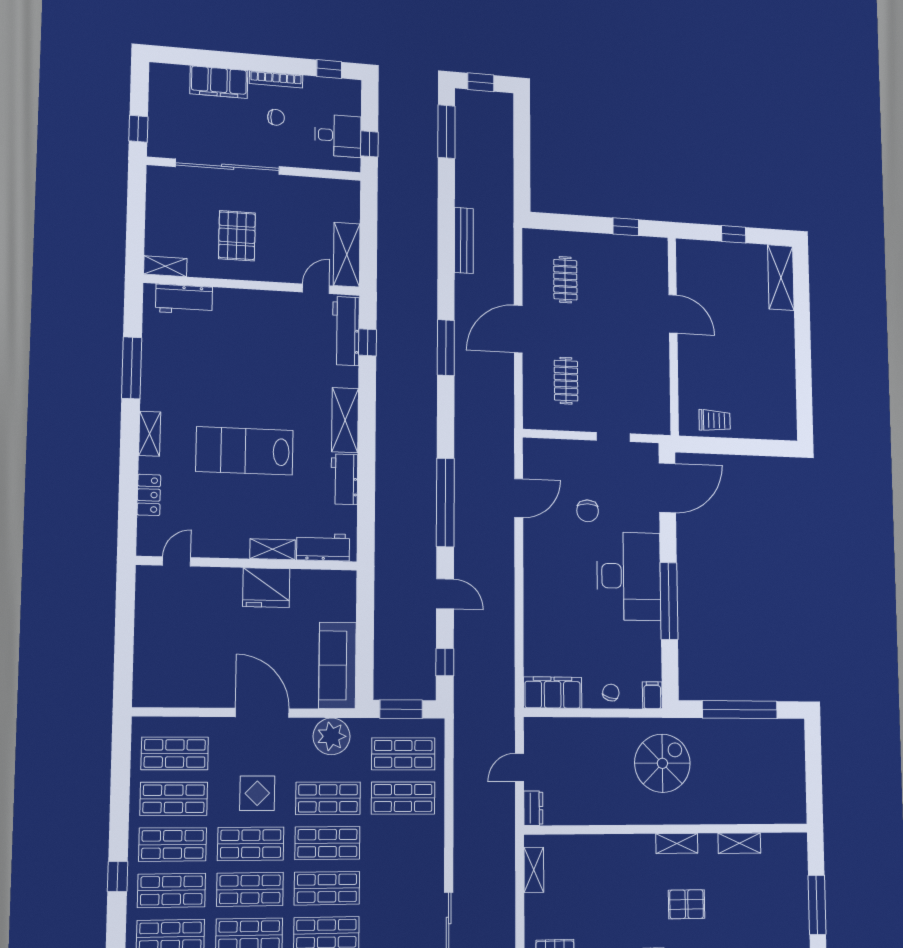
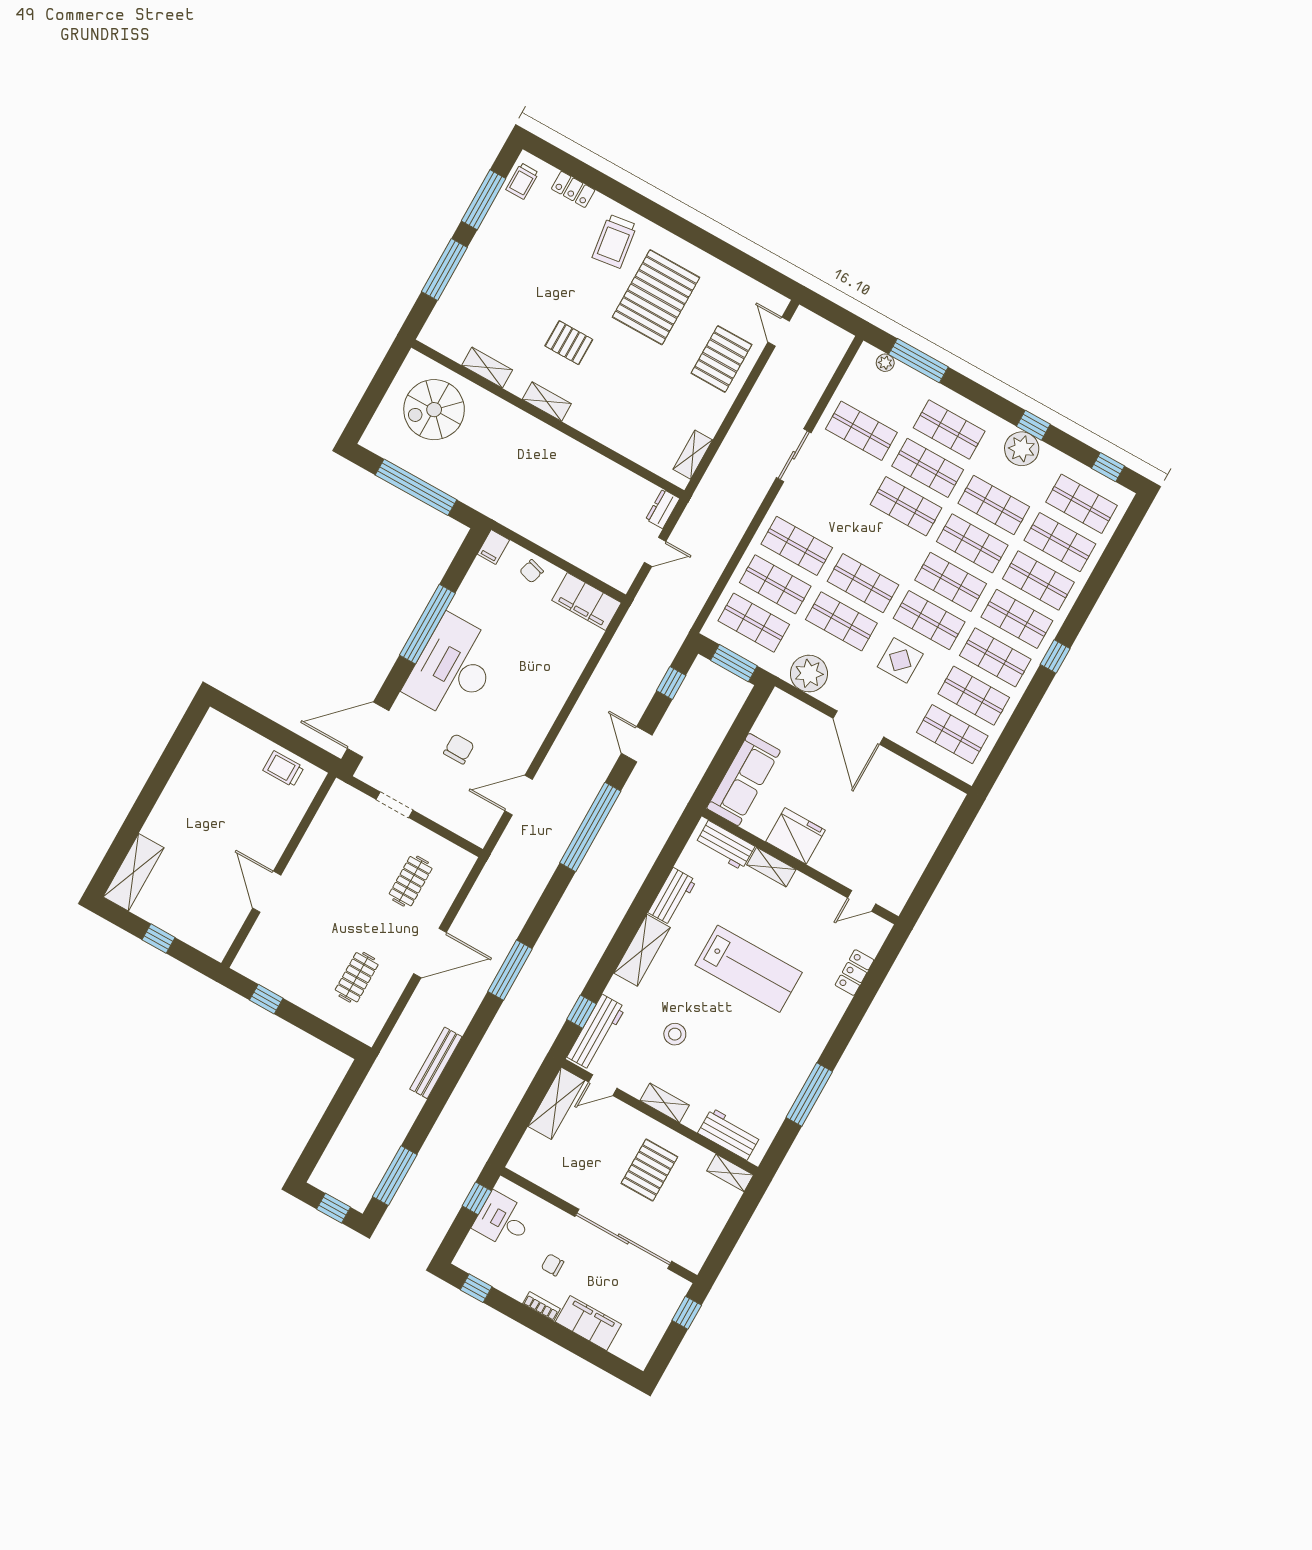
bookcase: (276, 79) -> (542, 1306), width x0.64
stool: (278, 362) -> (675, 1034), added
shelving: (150, 434) -> (665, 1103), moved, turned 90
sofa: (337, 665) -> (744, 780), moved
spiral stairs: (662, 763) -> (434, 410), moved
shop shelf: (327, 888) -> (797, 546), moved

